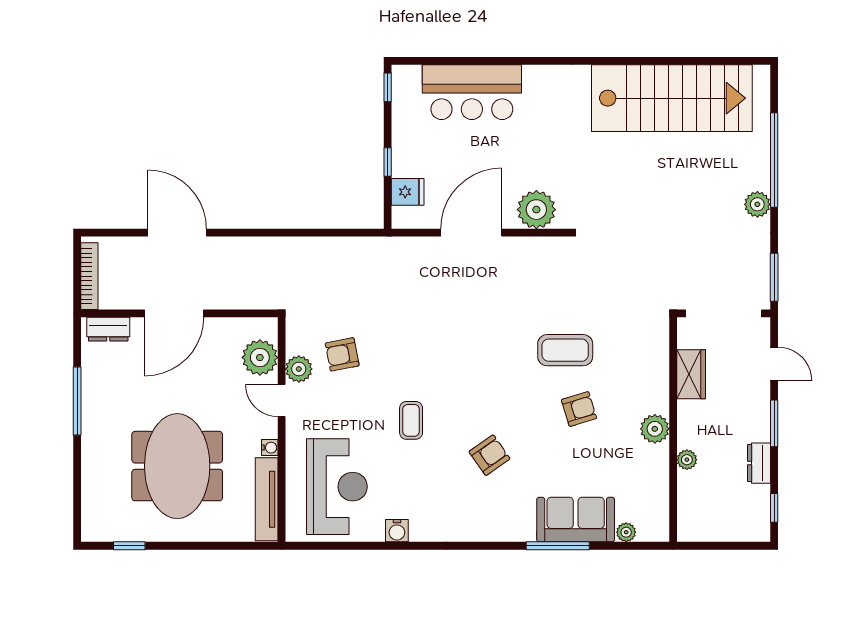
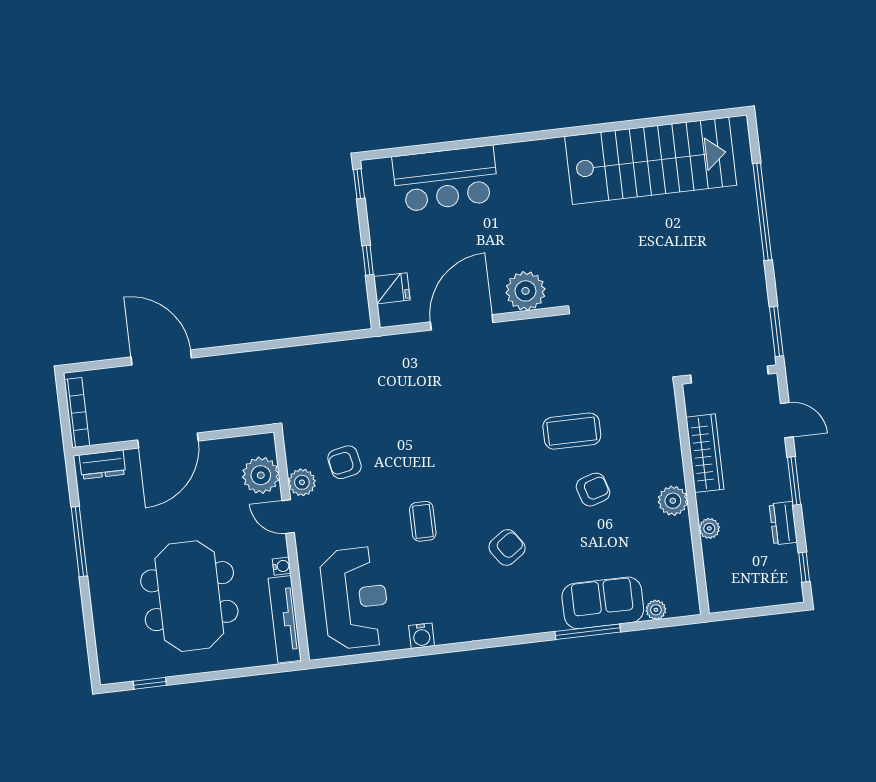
plant: (757, 204) -> (751, 259), removed
wardrobe: (691, 374) -> (705, 453), width x1.50

